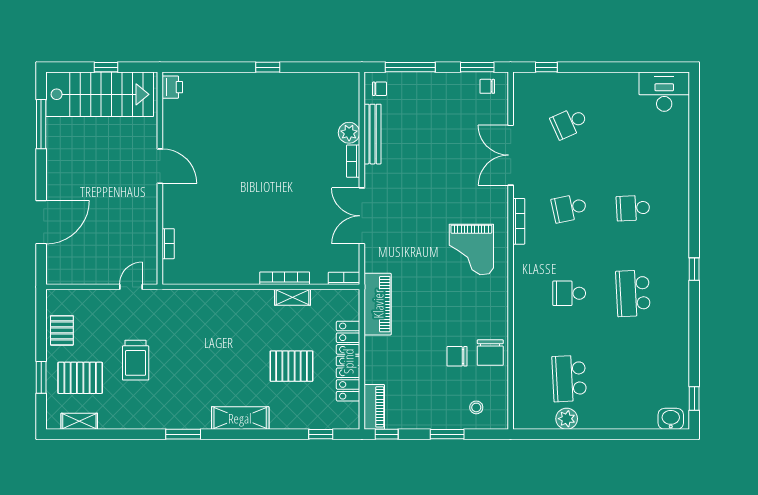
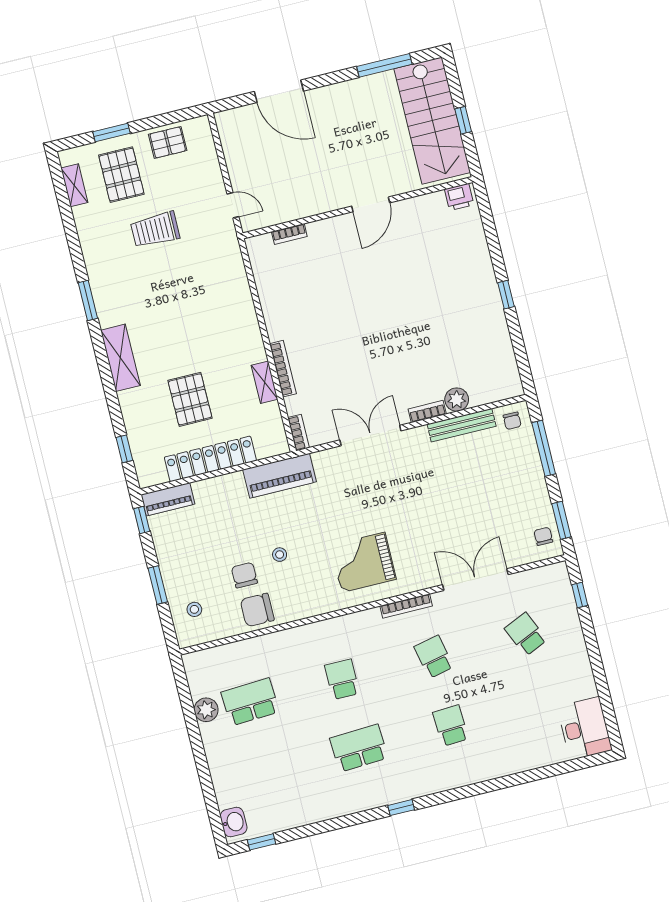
stool: (447, 321) -> (280, 555), added

